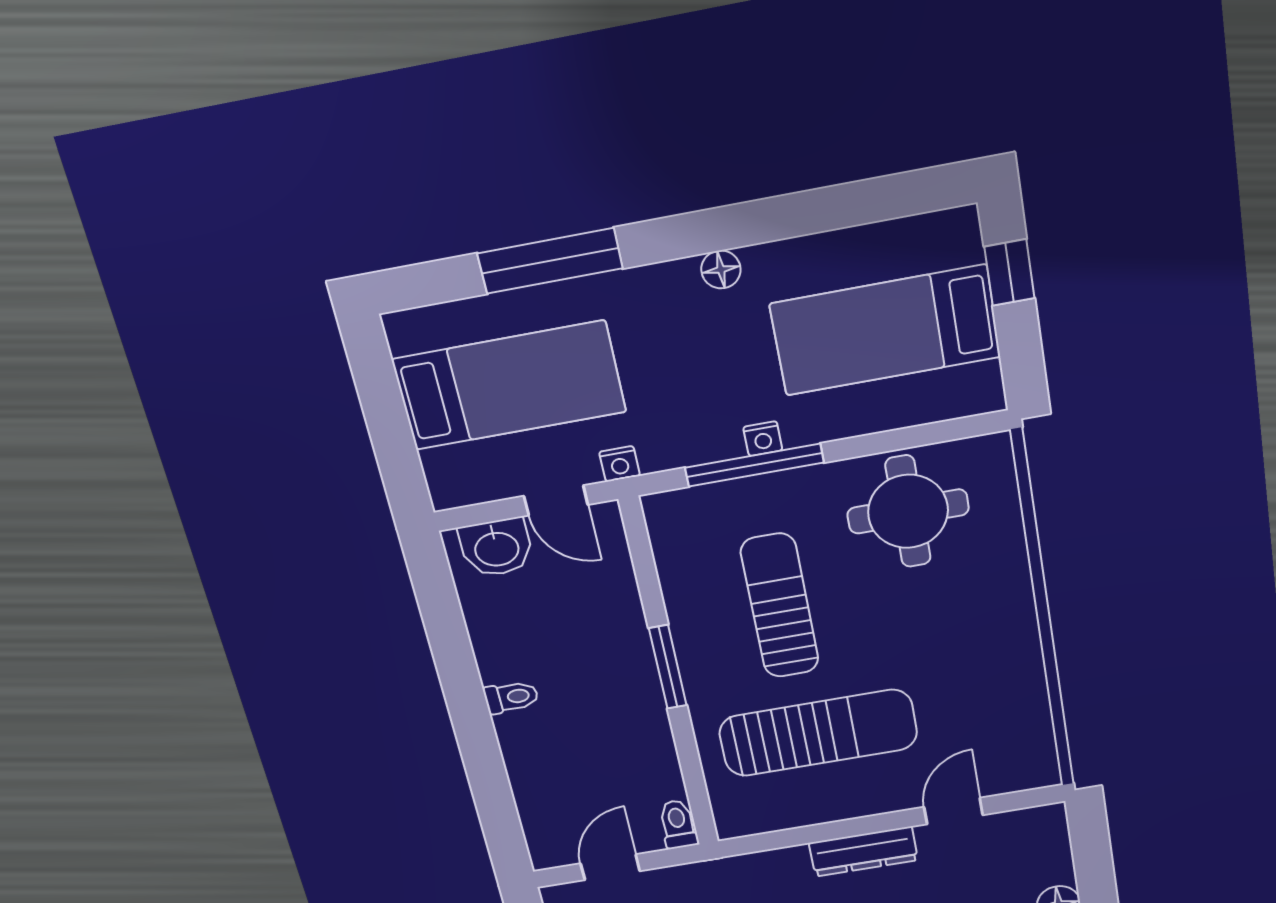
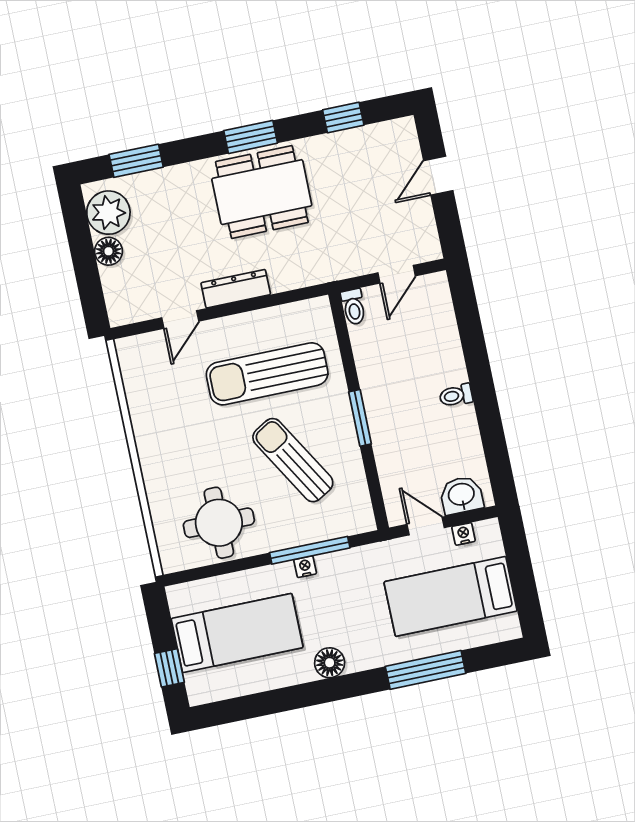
floor lamp: (721, 270) -> (330, 663), width x1.37, depth x1.37
nightstand: (620, 464) -> (464, 534), moved
sun lounger: (780, 606) -> (293, 460), turned 149

